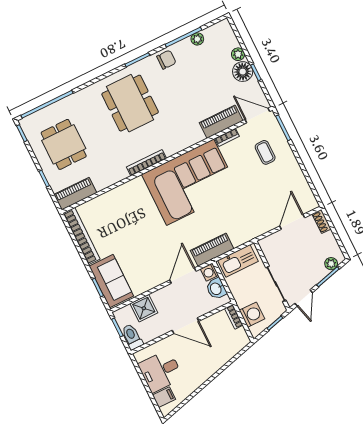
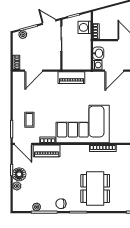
piano: (212, 250) -> (71, 78), moved
kitchen sink: (238, 261) -> (77, 63), removed
door: (304, 298) -> (49, 22), hinge flipped

